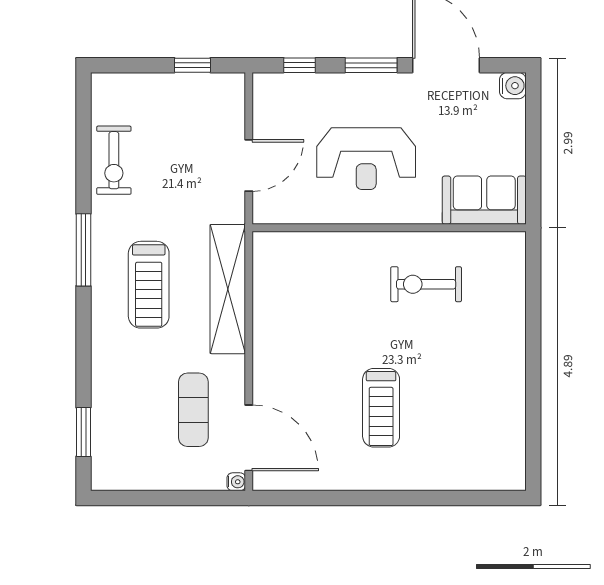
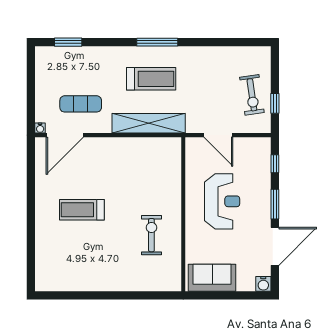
reception desk: (366, 159) -> (222, 201), turned 180
exercise bike: (114, 160) -> (252, 95), moved, turned -98
sofa: (484, 200) -> (212, 278), moved, turned -90
window: (83, 250) -> (157, 42), moved
treadmill: (149, 285) -> (151, 79), turned 180

